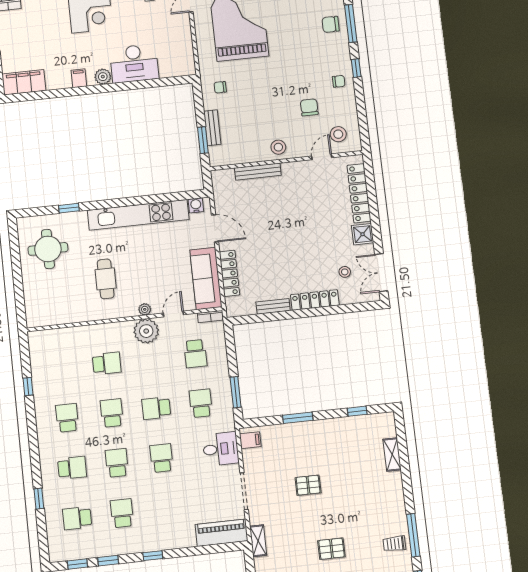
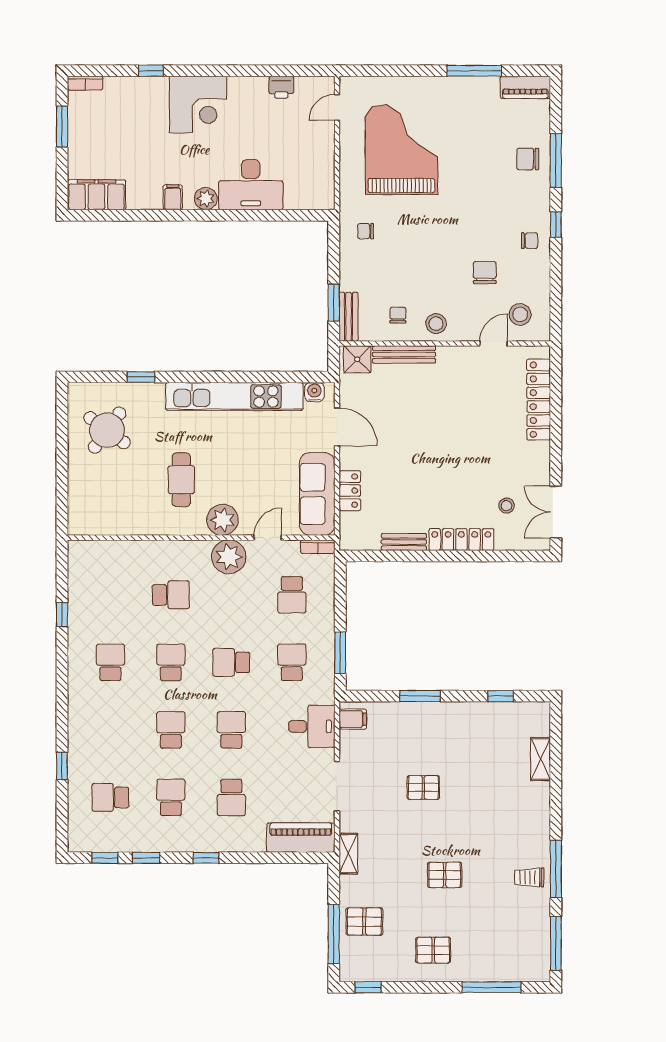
bench: (212, 128) -> (349, 317), moved
chair: (250, 144) -> (398, 315), added
shower: (363, 234) -> (357, 359), moved
round table: (48, 249) -> (107, 430), turned 36
locker: (229, 273) -> (350, 491), width x0.66
plant: (145, 309) -> (223, 520), width x1.88, depth x1.88
school desk: (72, 468) -> (231, 797), moved, turned 90

